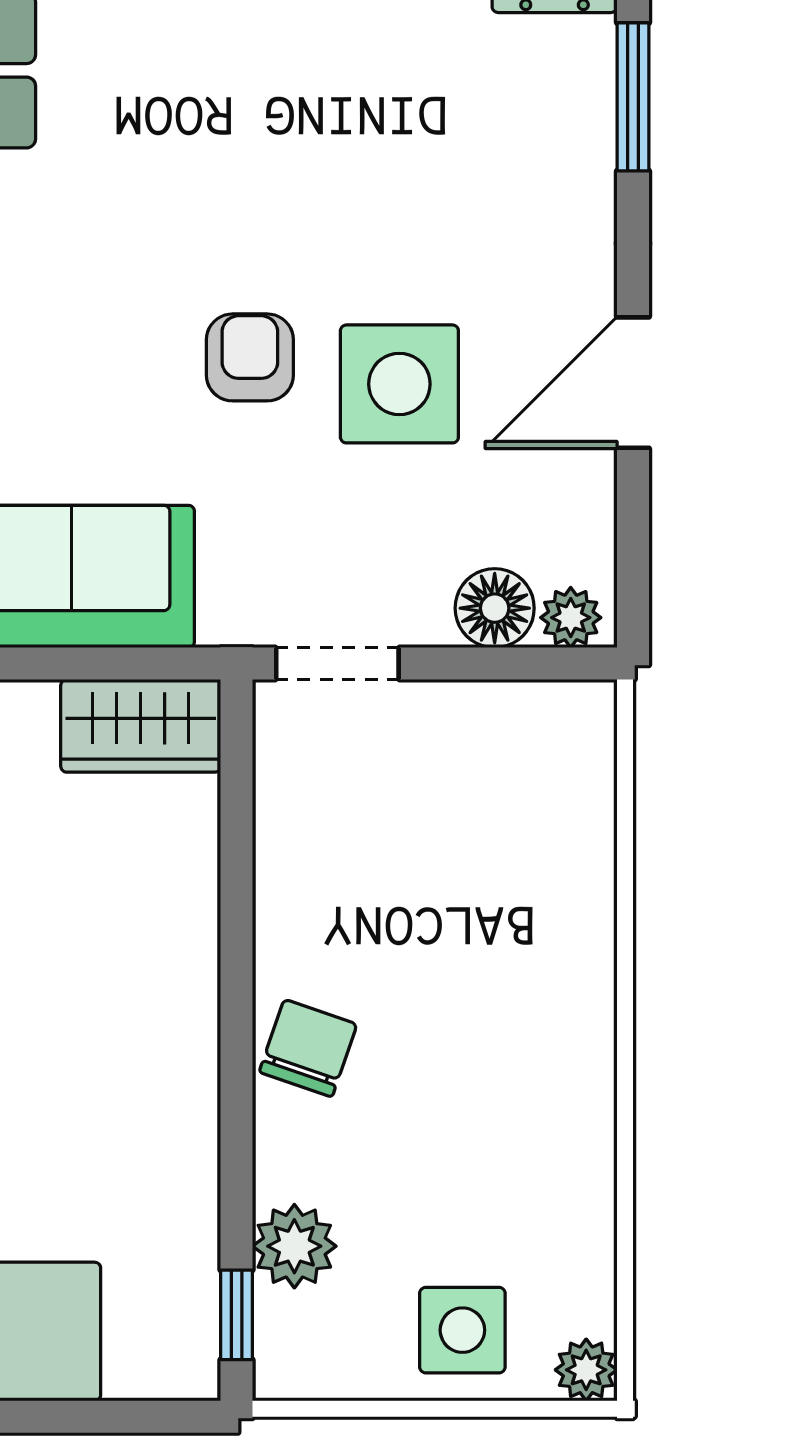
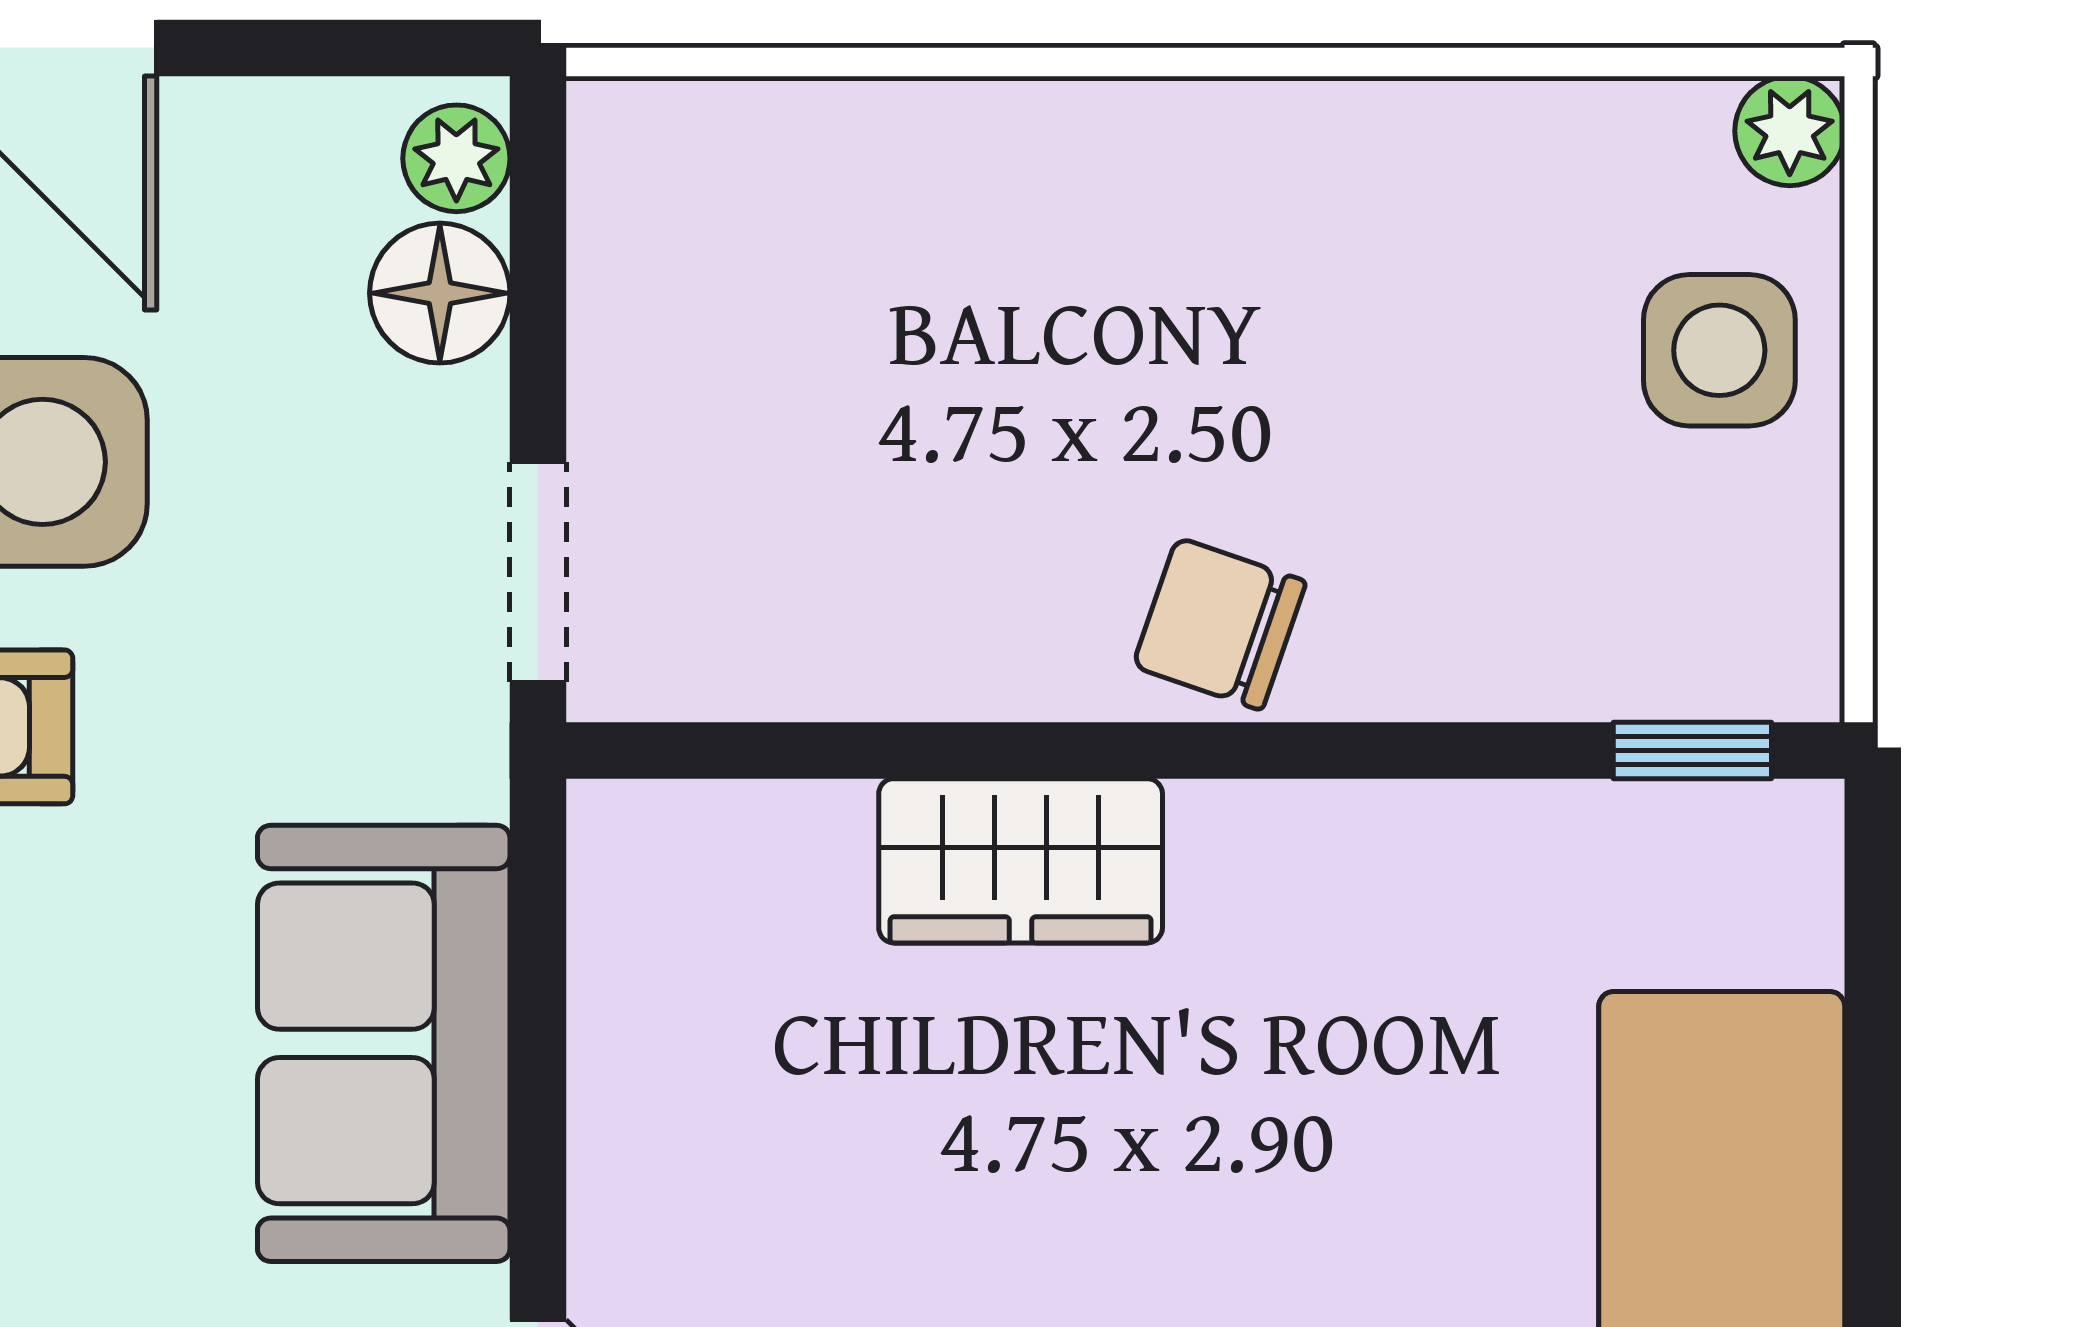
wardrobe: (141, 726) -> (1021, 861), moved, turned 90
plant: (294, 1246) -> (1571, 648), removed

